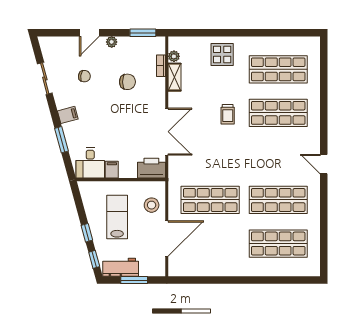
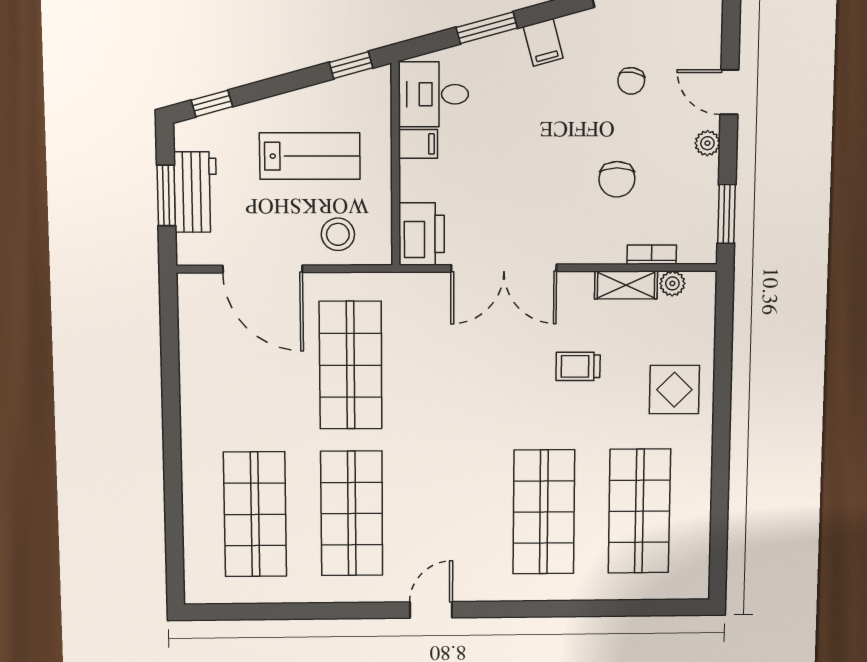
trolley: (228, 114) -> (578, 366), moved
window: (87, 233) -> (351, 65), moved
workbench: (121, 267) -> (195, 192), moved

